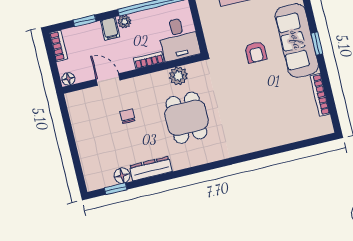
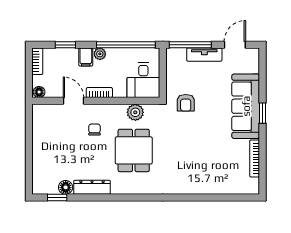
armchair: (256, 52) -> (186, 103), moved
bookcase: (149, 60) -> (99, 93), moved
chair: (127, 116) -> (94, 130), moved

